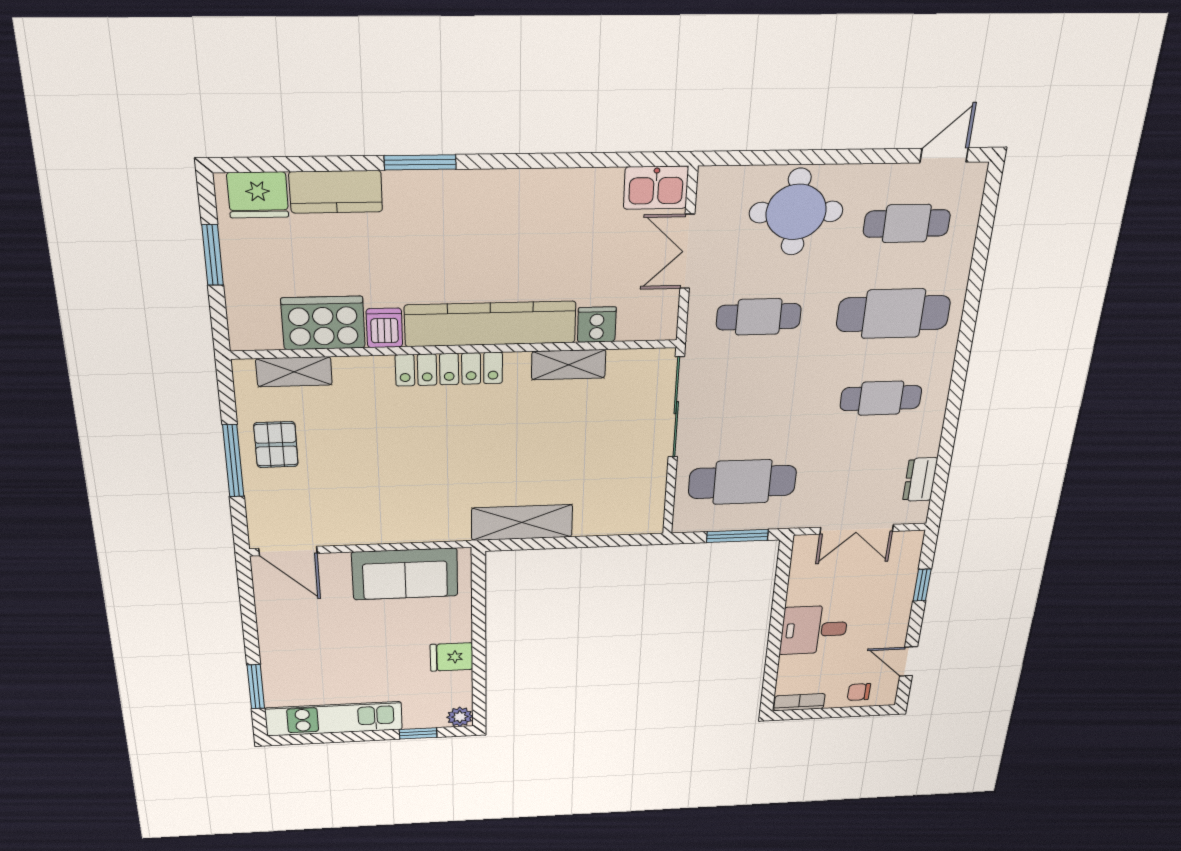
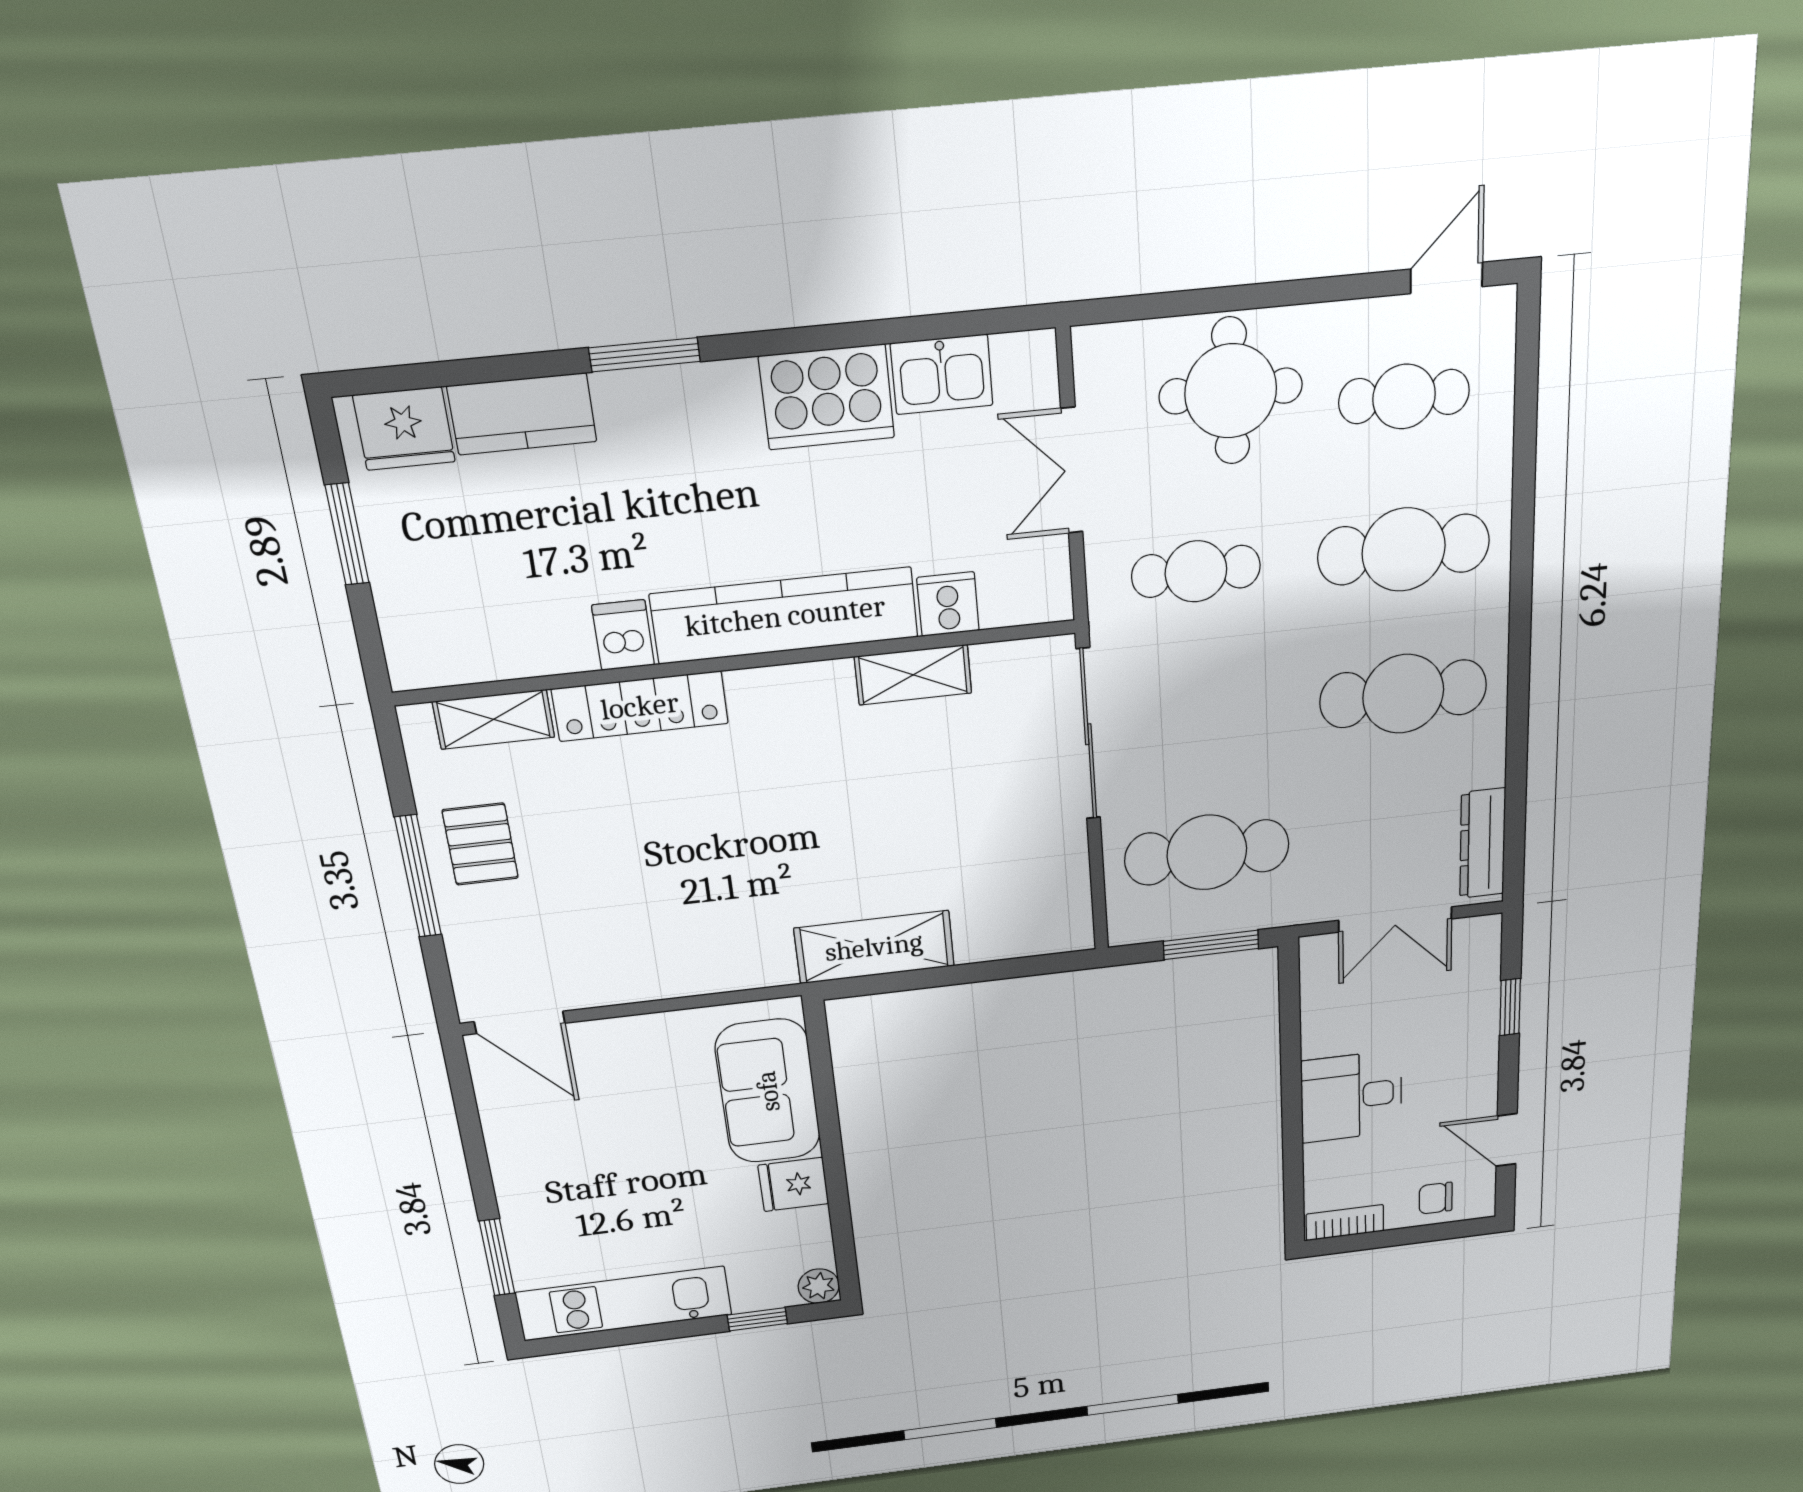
kitchen sink: (656, 188) -> (942, 374), moved
cooker: (323, 323) -> (827, 397), moved, turned 180
locker: (449, 369) -> (640, 706), moved
cafe table: (881, 398) -> (1403, 694), width x1.37, depth x1.35
dresser: (920, 480) -> (1483, 843), width x1.44
sofa: (405, 574) -> (768, 1091), moved, turned 90

